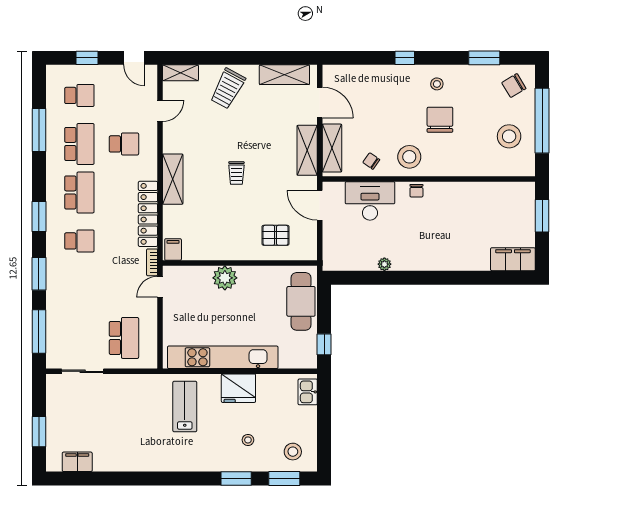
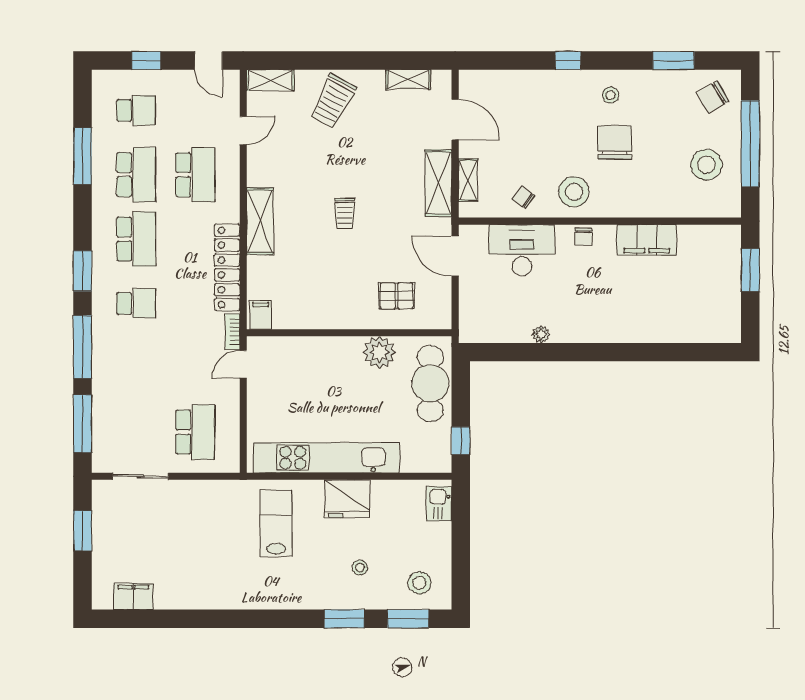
shelving: (284, 75) -> (408, 80), width x0.67, depth x0.75
school desk: (124, 144) -> (195, 175), width x1.85
shelving: (332, 148) -> (468, 180), width x0.67, depth x0.75
filing cabinet: (513, 259) -> (647, 240), moved, turned 180
window: (39, 274) -> (83, 347), width x1.44
plant: (225, 278) -> (379, 352), moved
window: (39, 432) -> (83, 531), moved

